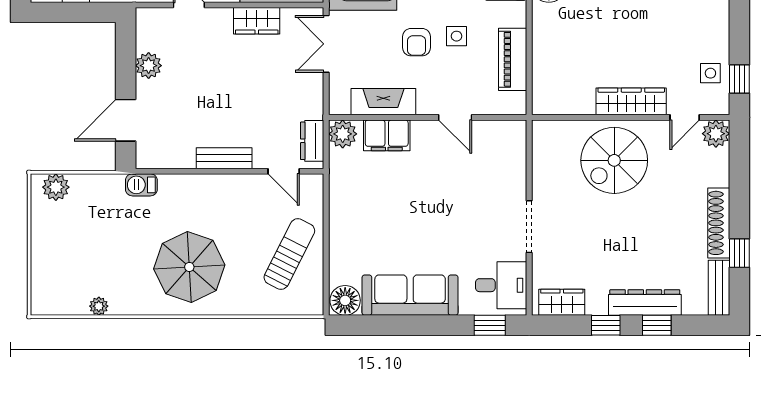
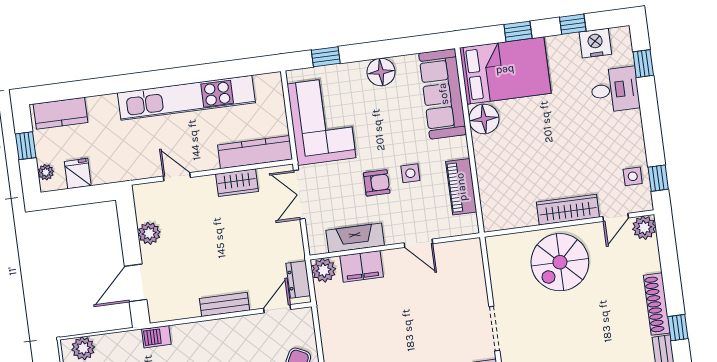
armchair: (417, 42) -> (377, 183), turned -90
door: (284, 171) -> (277, 309), swing flipped

